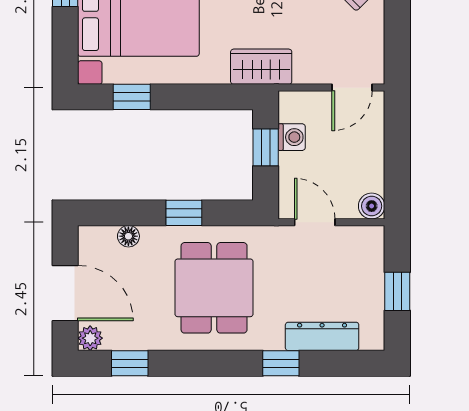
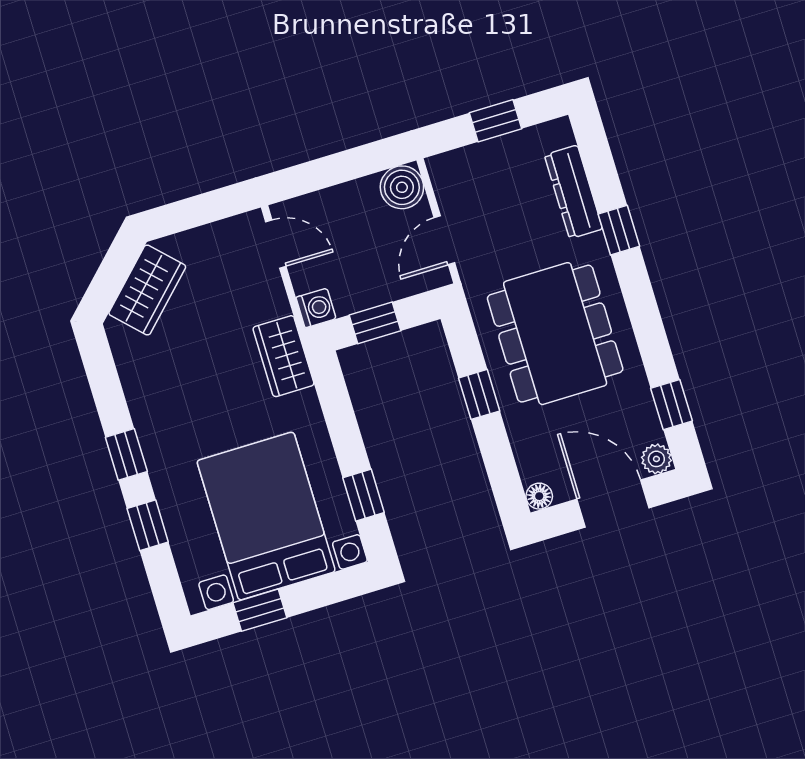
washing machine: (292, 137) -> (316, 308), moved, turned 90
boiler: (372, 206) -> (402, 187), width x1.36, depth x1.36
floor lamp: (128, 236) -> (539, 496), moved
dining table: (214, 288) -> (555, 334), width x1.38
door: (65, 293) -> (613, 504), hinge flipped

